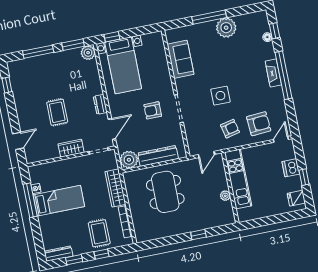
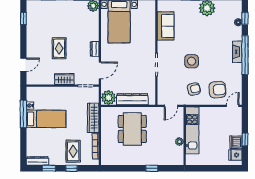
armchair: (153, 110) -> (135, 62), removed
dishwasher: (291, 168) -> (236, 142), moved

